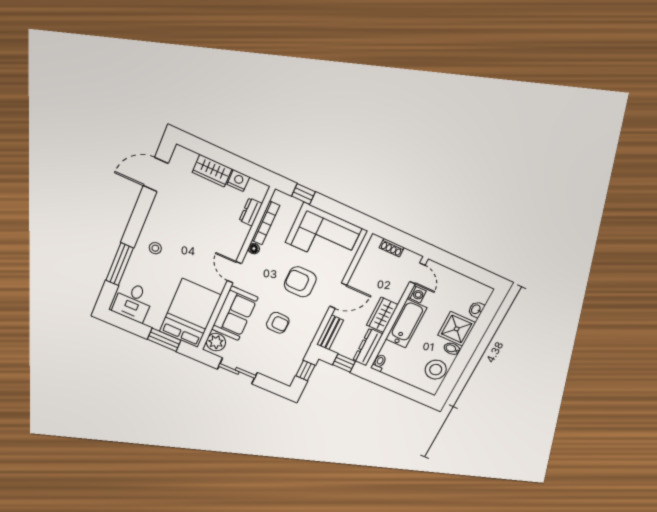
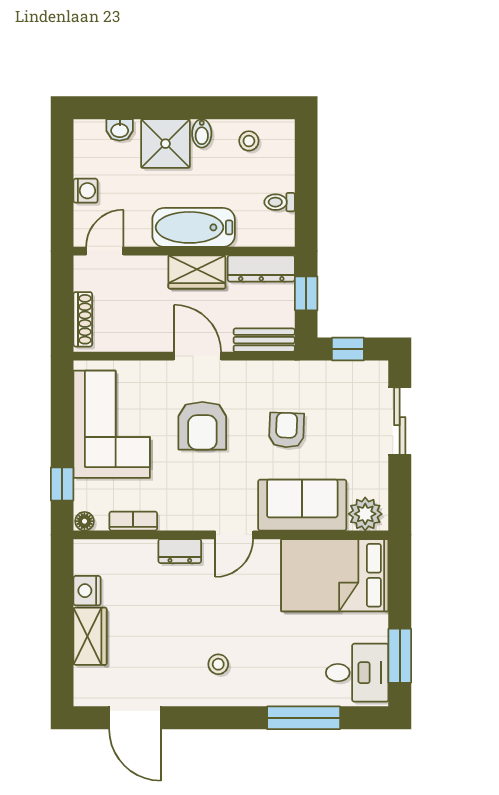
dresser: (251, 212) -> (180, 551), moved
bookcase: (266, 223) -> (133, 521), width x0.64
stool: (155, 248) -> (218, 664), moved
shoe rack: (392, 248) -> (83, 319), width x1.43
floor lamp: (254, 249) -> (84, 521), moved
washing machine: (417, 294) -> (85, 191), moved, turned 90
window: (164, 340) -> (400, 656), moved
toilet: (379, 363) -> (280, 202), moved
stool: (436, 370) -> (249, 141), width x0.53, depth x0.53
sliding door: (237, 371) -> (400, 421), moved

